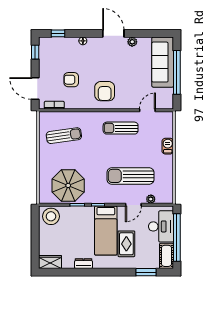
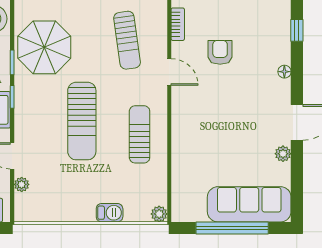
armchair: (105, 91) -> (201, 108), removed
door: (147, 110) -> (169, 72), moved
plant: (168, 116) -> (159, 214), added
sun lounger: (130, 176) -> (82, 121), moved, turned 180

